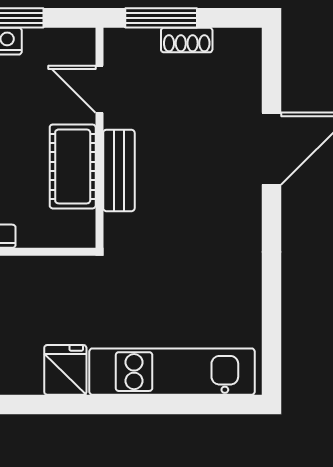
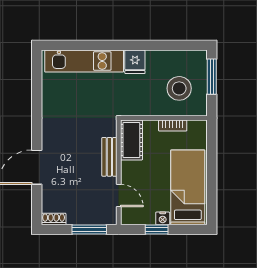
shoe rack: (187, 40) -> (54, 219), moved
cot: (73, 166) -> (131, 140), moved

